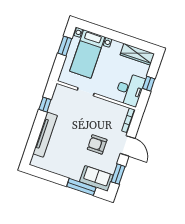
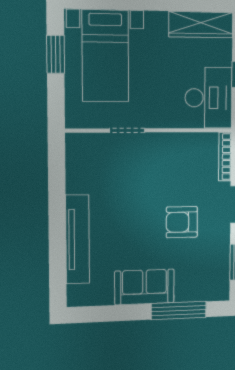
window: (45, 105) -> (57, 182), removed
sofa: (96, 178) -> (144, 287), moved

